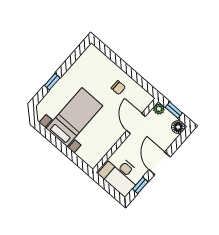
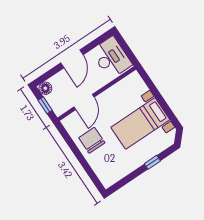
chair: (118, 88) -> (92, 140), width x1.87, depth x1.87
plant: (159, 109) -> (59, 110), removed
window: (140, 185) -> (95, 43), removed

